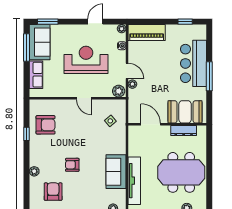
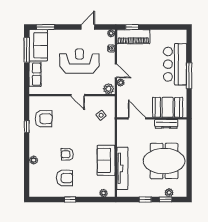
window: (185, 22) -> (132, 27), moved
armchair: (53, 192) -> (65, 178), moved, turned 90

